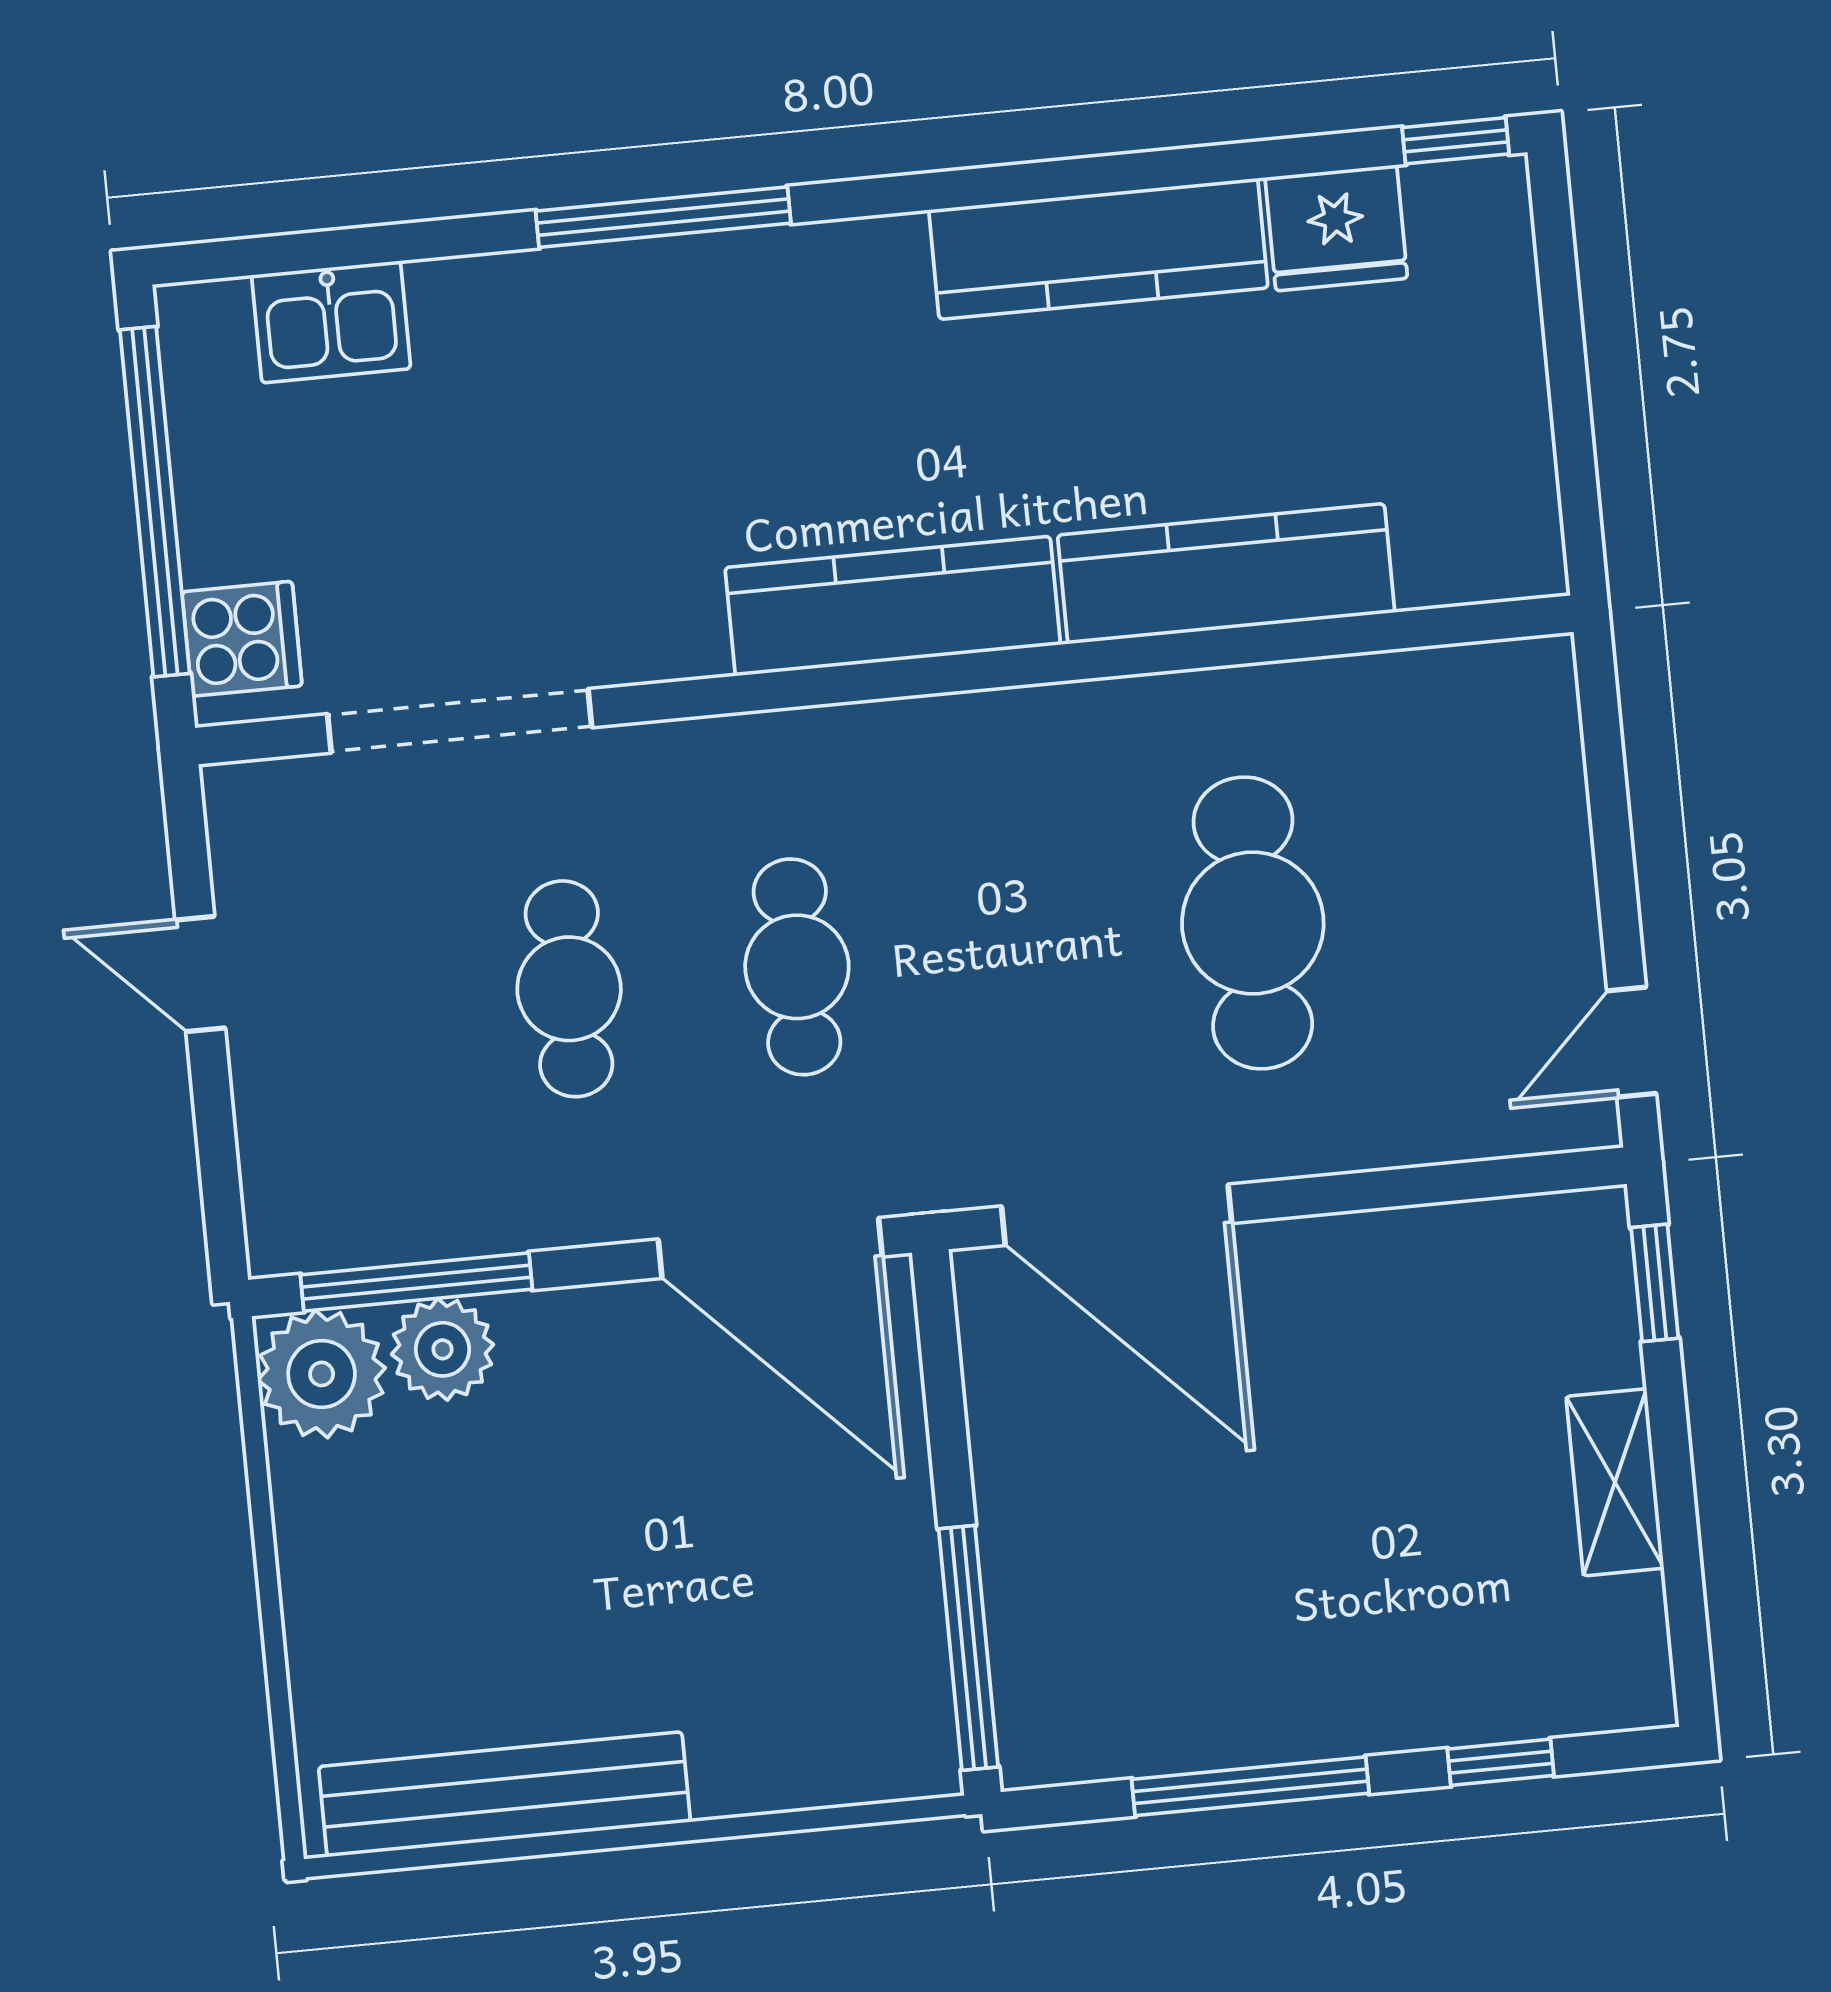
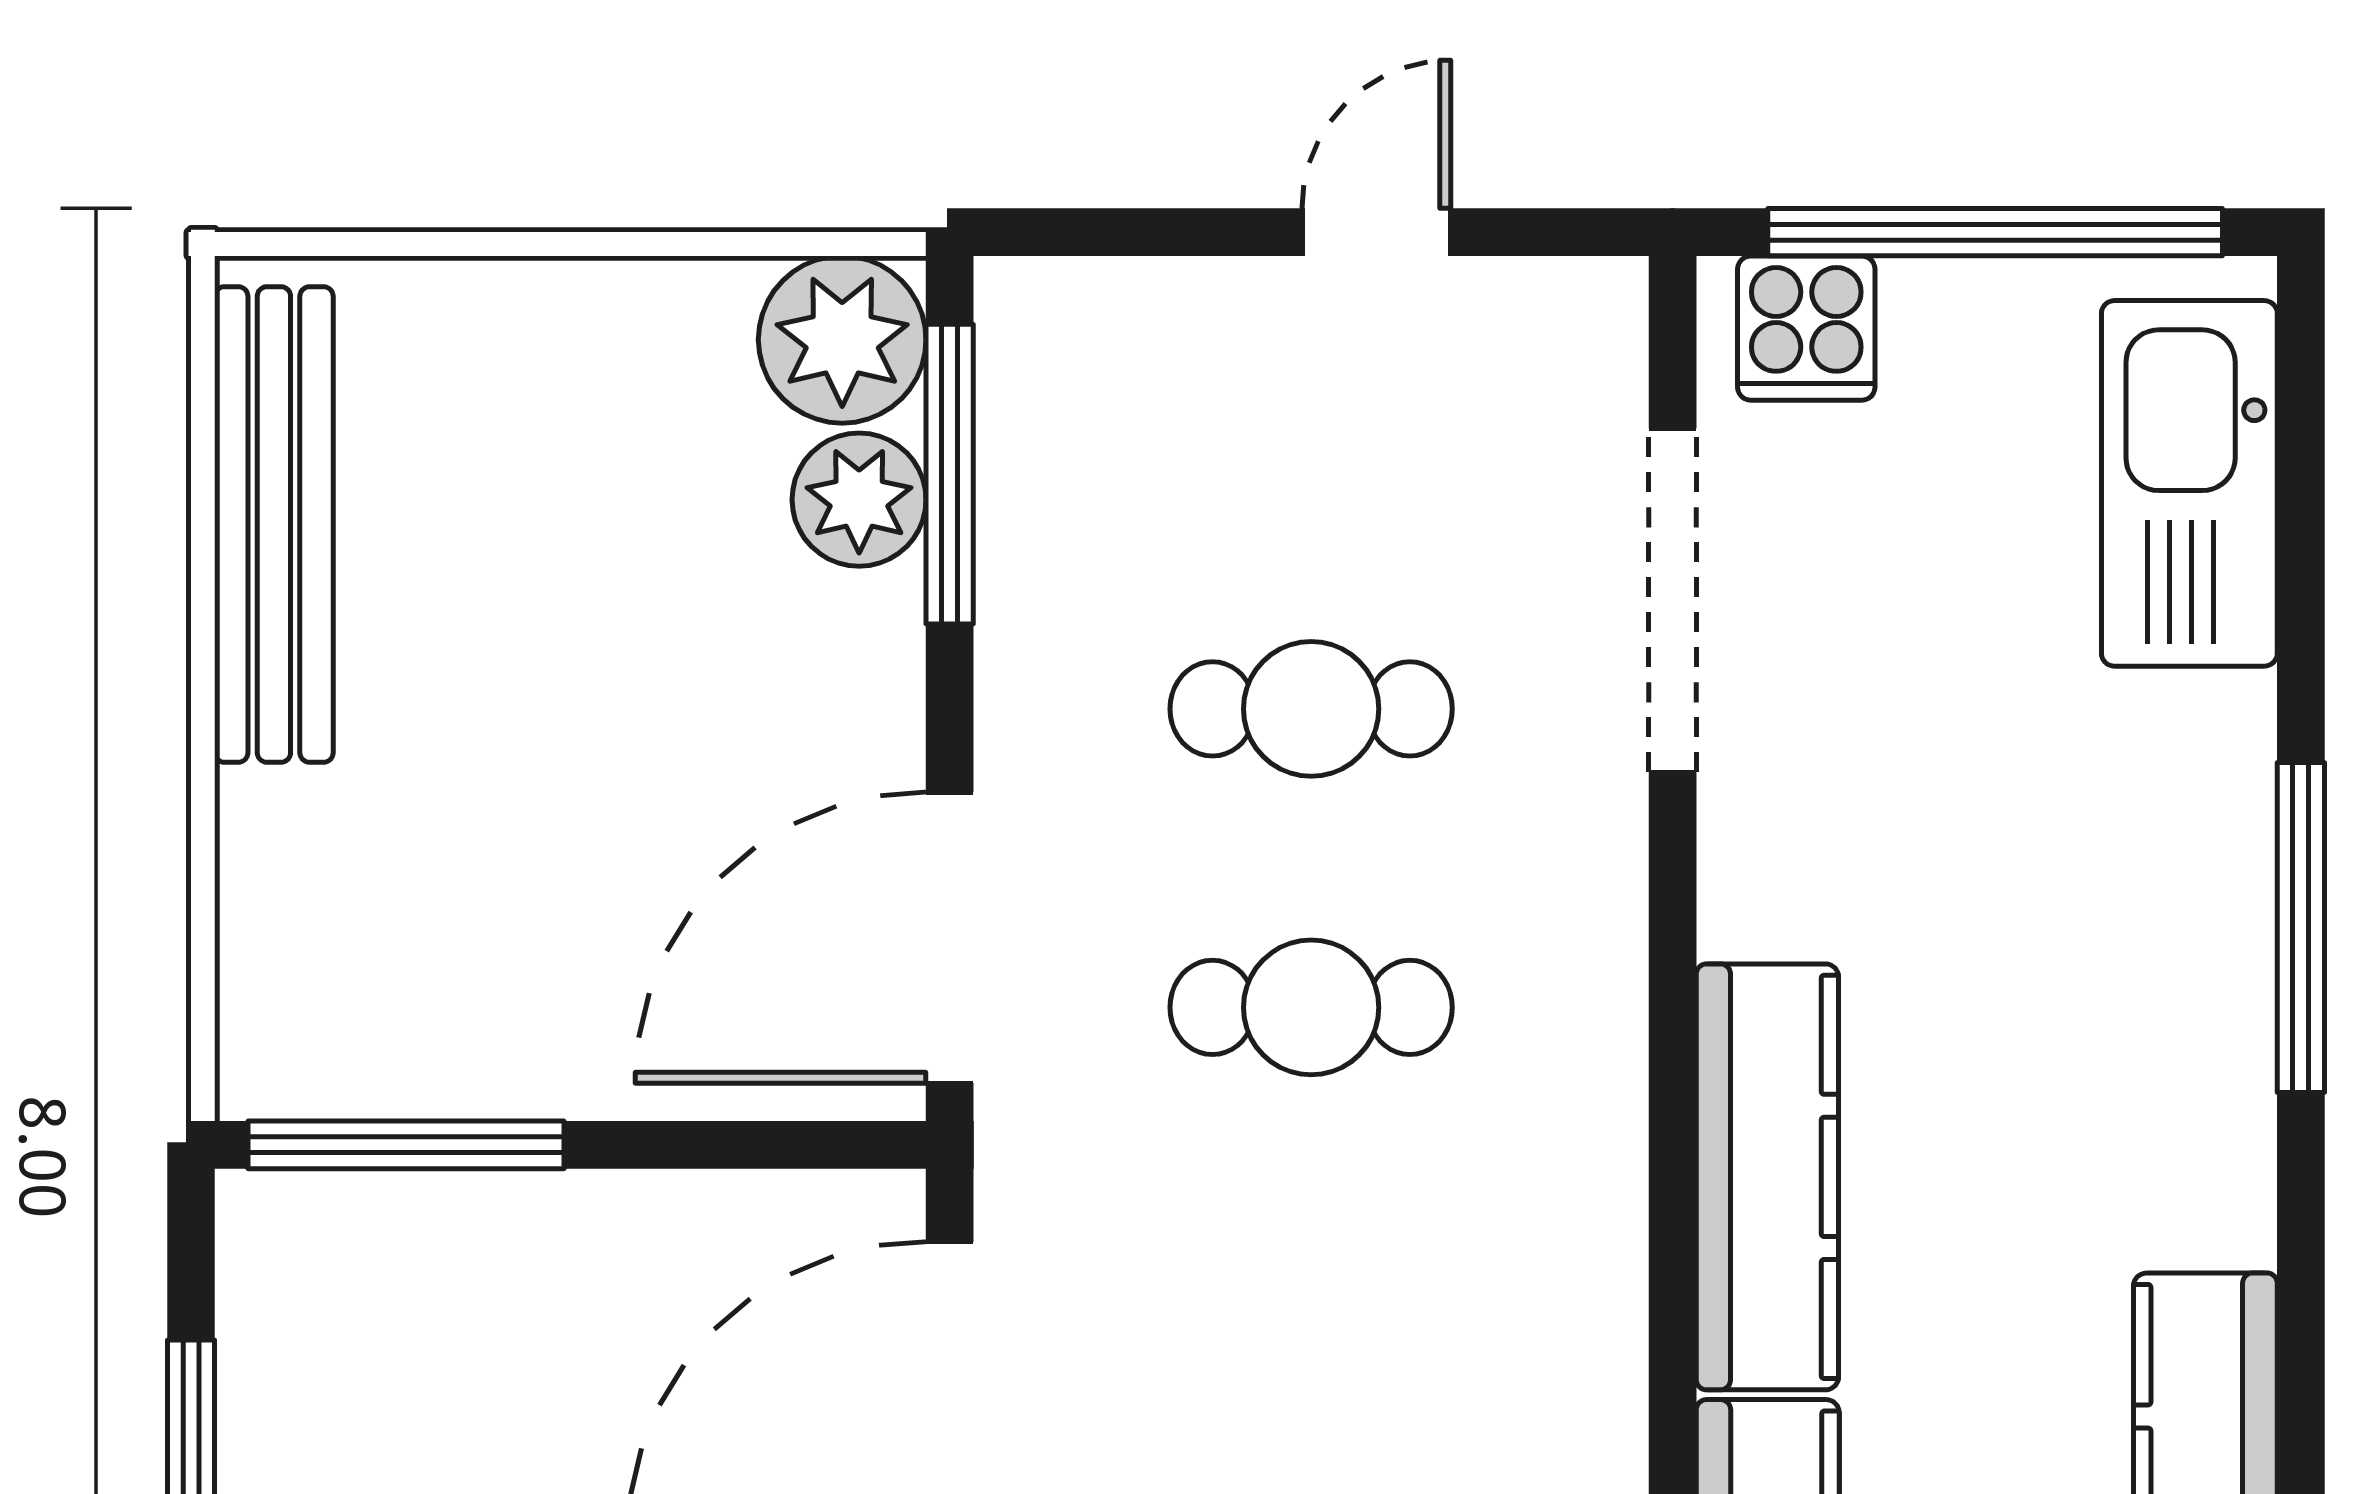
kitchen sink: (331, 322) -> (2189, 483), width x1.87, depth x1.24

